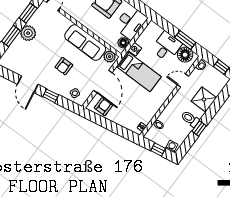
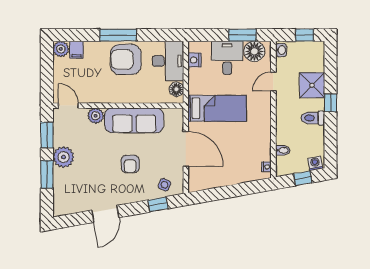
nightstand: (135, 49) -> (195, 60), moved
plant: (110, 57) -> (96, 116), moved
door: (28, 84) -> (105, 214), hinge flipped
window: (51, 96) -> (158, 204), moved
armchair: (103, 107) -> (207, 176), removed
window: (199, 128) -> (331, 103), moved

